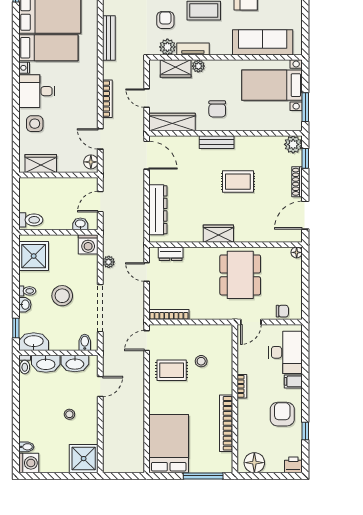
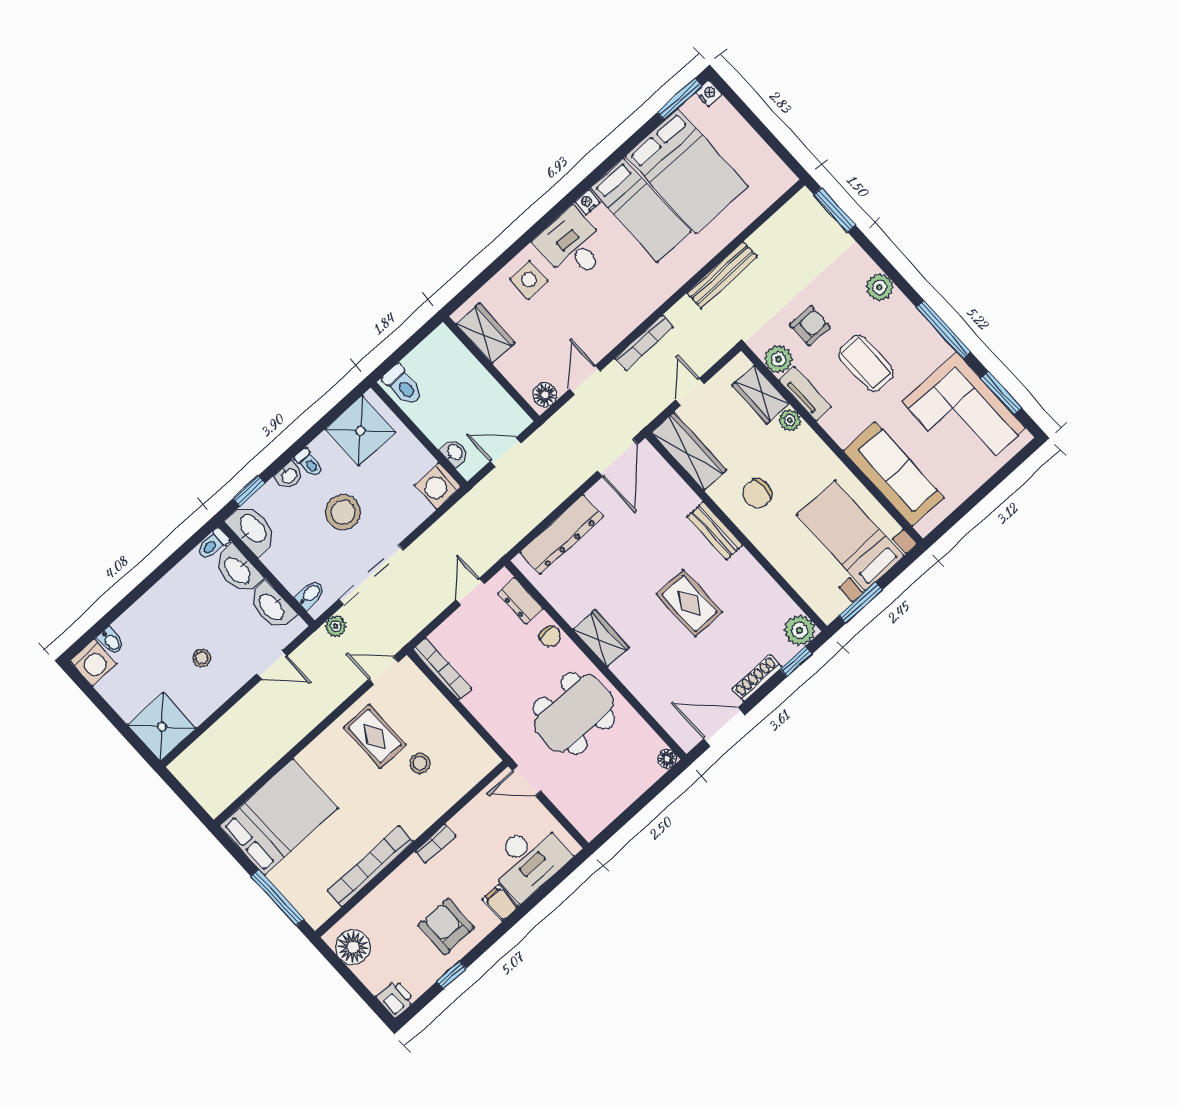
plant: (109, 262) -> (336, 626), moved
chair: (282, 311) -> (550, 636), moved
armchair: (282, 414) -> (446, 926), turned -90

